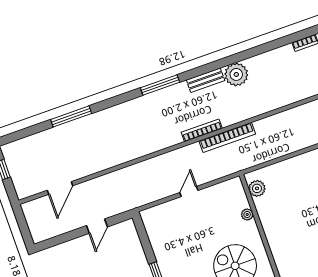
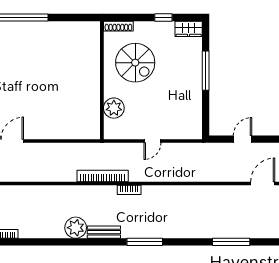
bookcase: (202, 130) -> (129, 190), width x0.64
plant: (257, 188) -> (93, 123), removed
plant: (247, 214) -> (114, 108), width x1.88, depth x1.88

